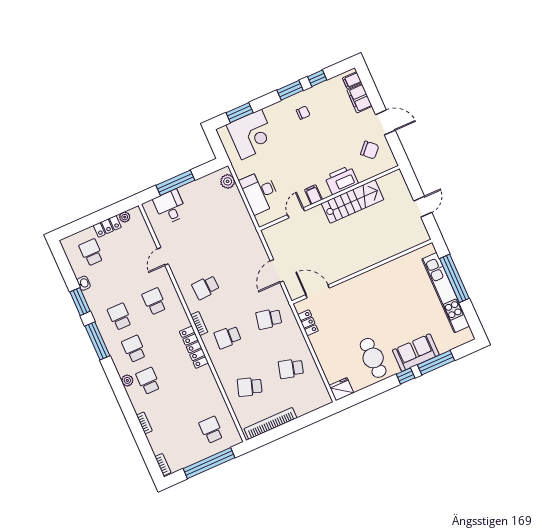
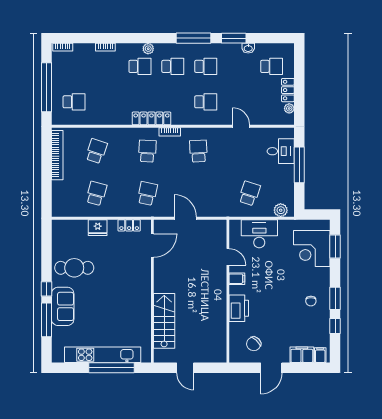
stairs: (353, 201) -> (164, 321), moved, turned 180
school desk: (225, 219) -> (249, 193), added
fridge: (341, 389) -> (98, 228), moved, turned 90

